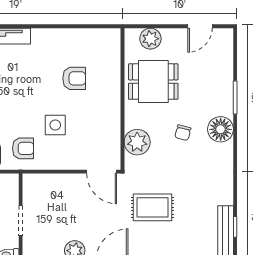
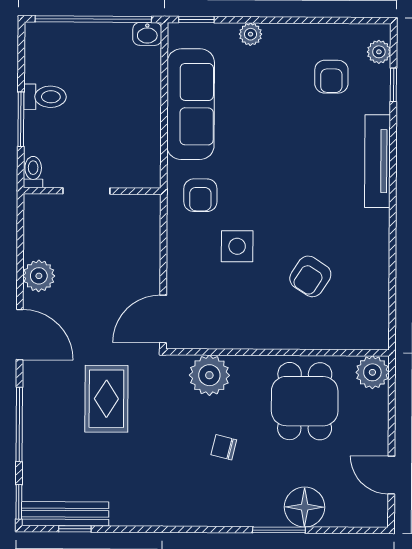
plant: (150, 39) -> (372, 372), moved
armchair: (74, 78) -> (310, 276), turned 33
floor lamp: (221, 129) -> (305, 507), moved

